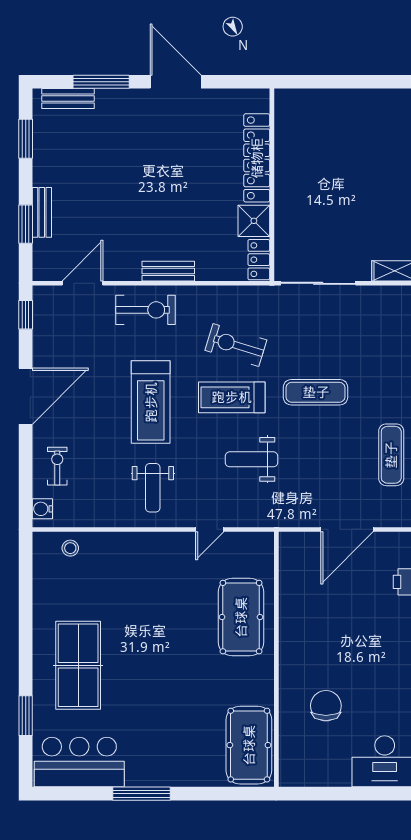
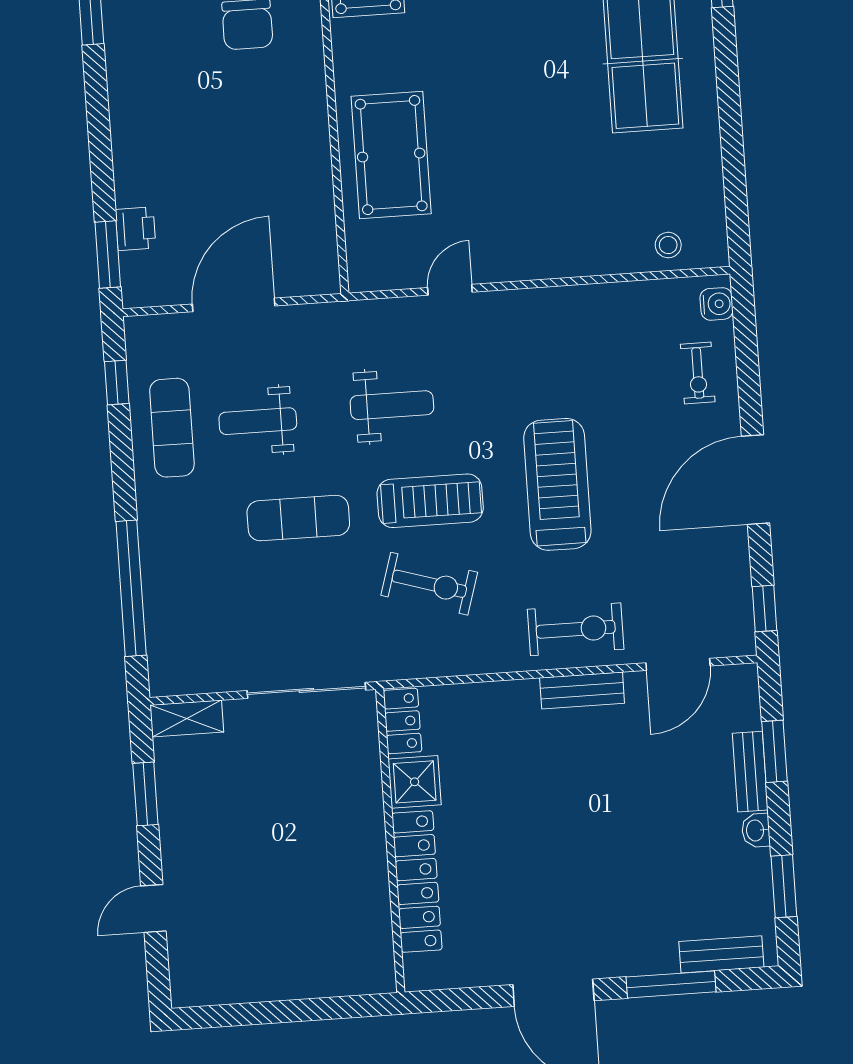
washbasin: (41, 175) -> (756, 830), added
bench: (168, 271) -> (582, 691), moved
exercise bike: (146, 310) -> (576, 629), turned 180
weight bench: (153, 488) -> (258, 421), moved, turned -90

